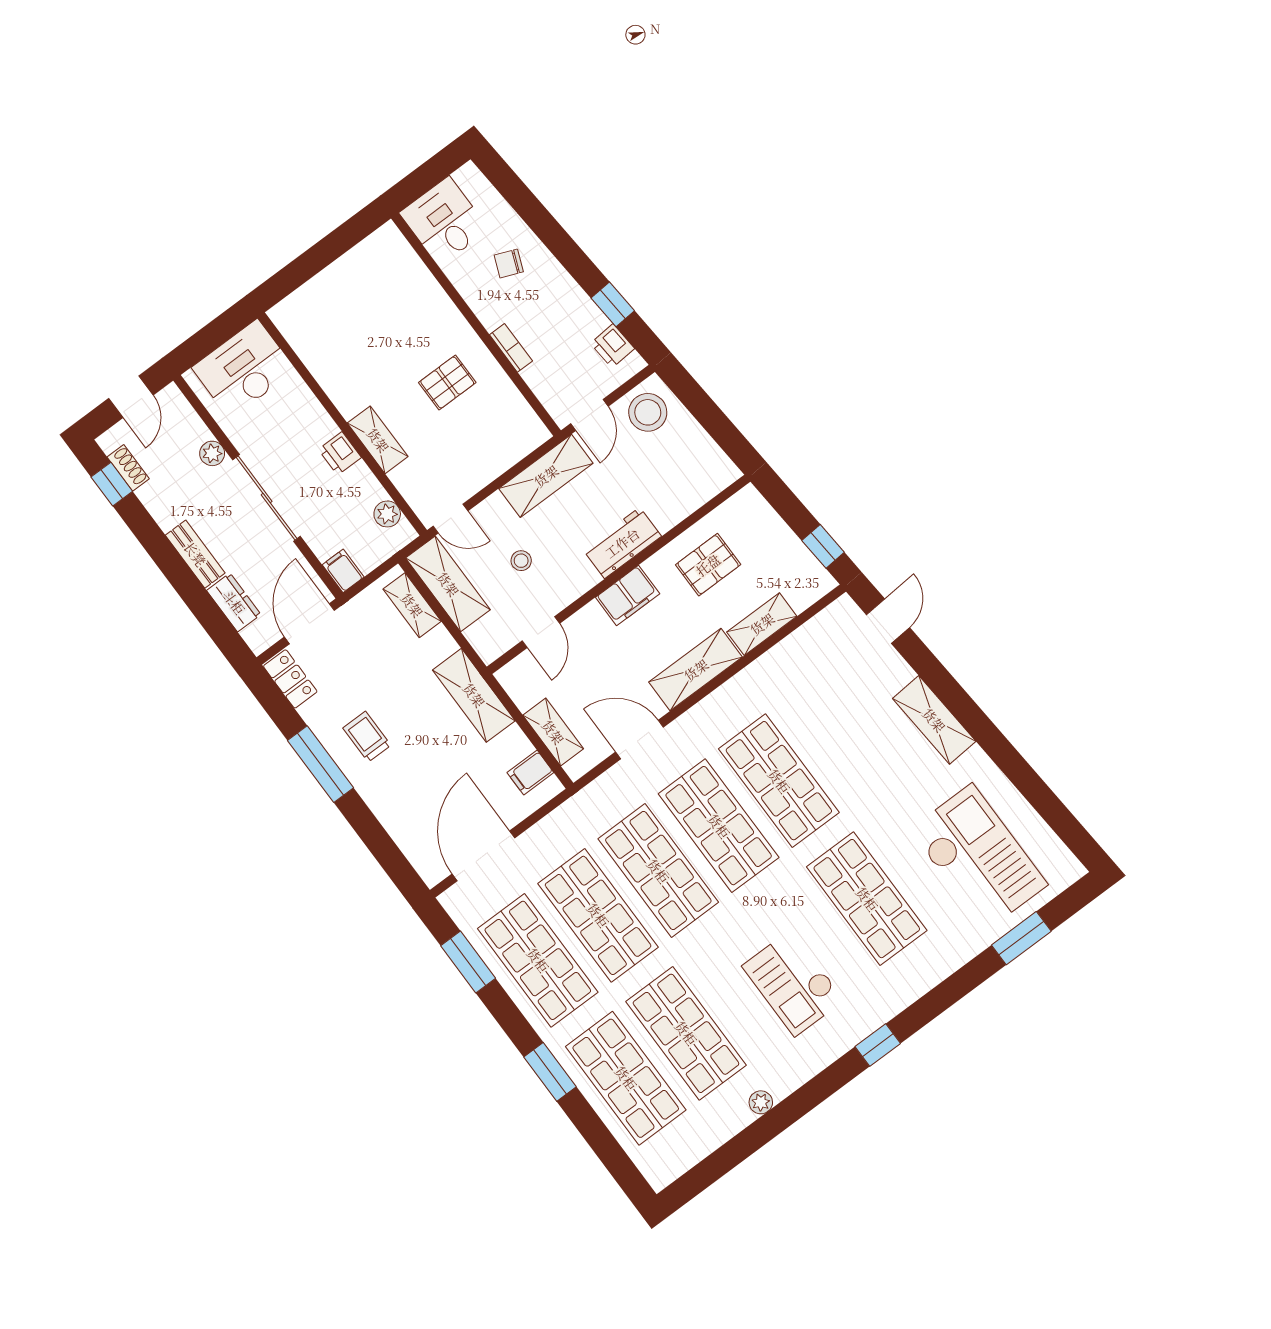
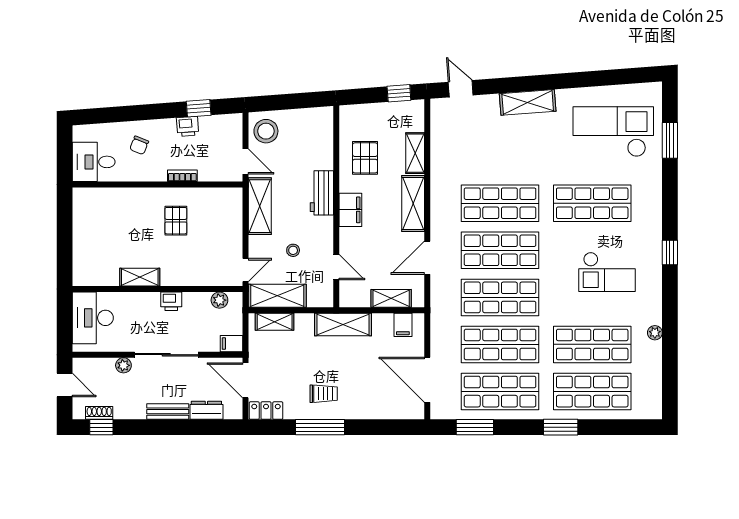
printer: (612, 346) -> (188, 126), moved
shelving: (378, 440) -> (140, 277), moved
trolley: (367, 737) -> (324, 394), turned 180

